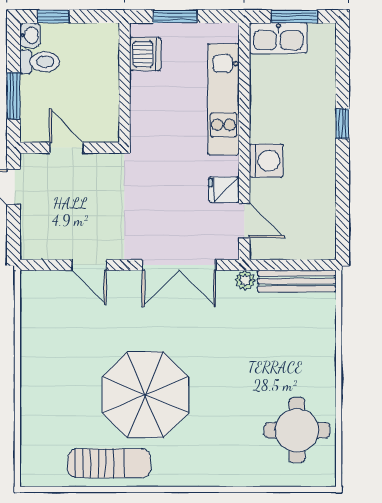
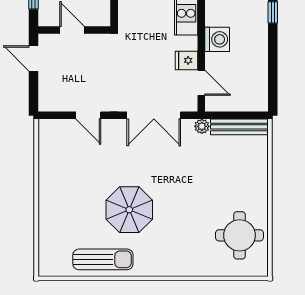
parasol: (145, 395) -> (129, 210), width x0.73, depth x0.73

